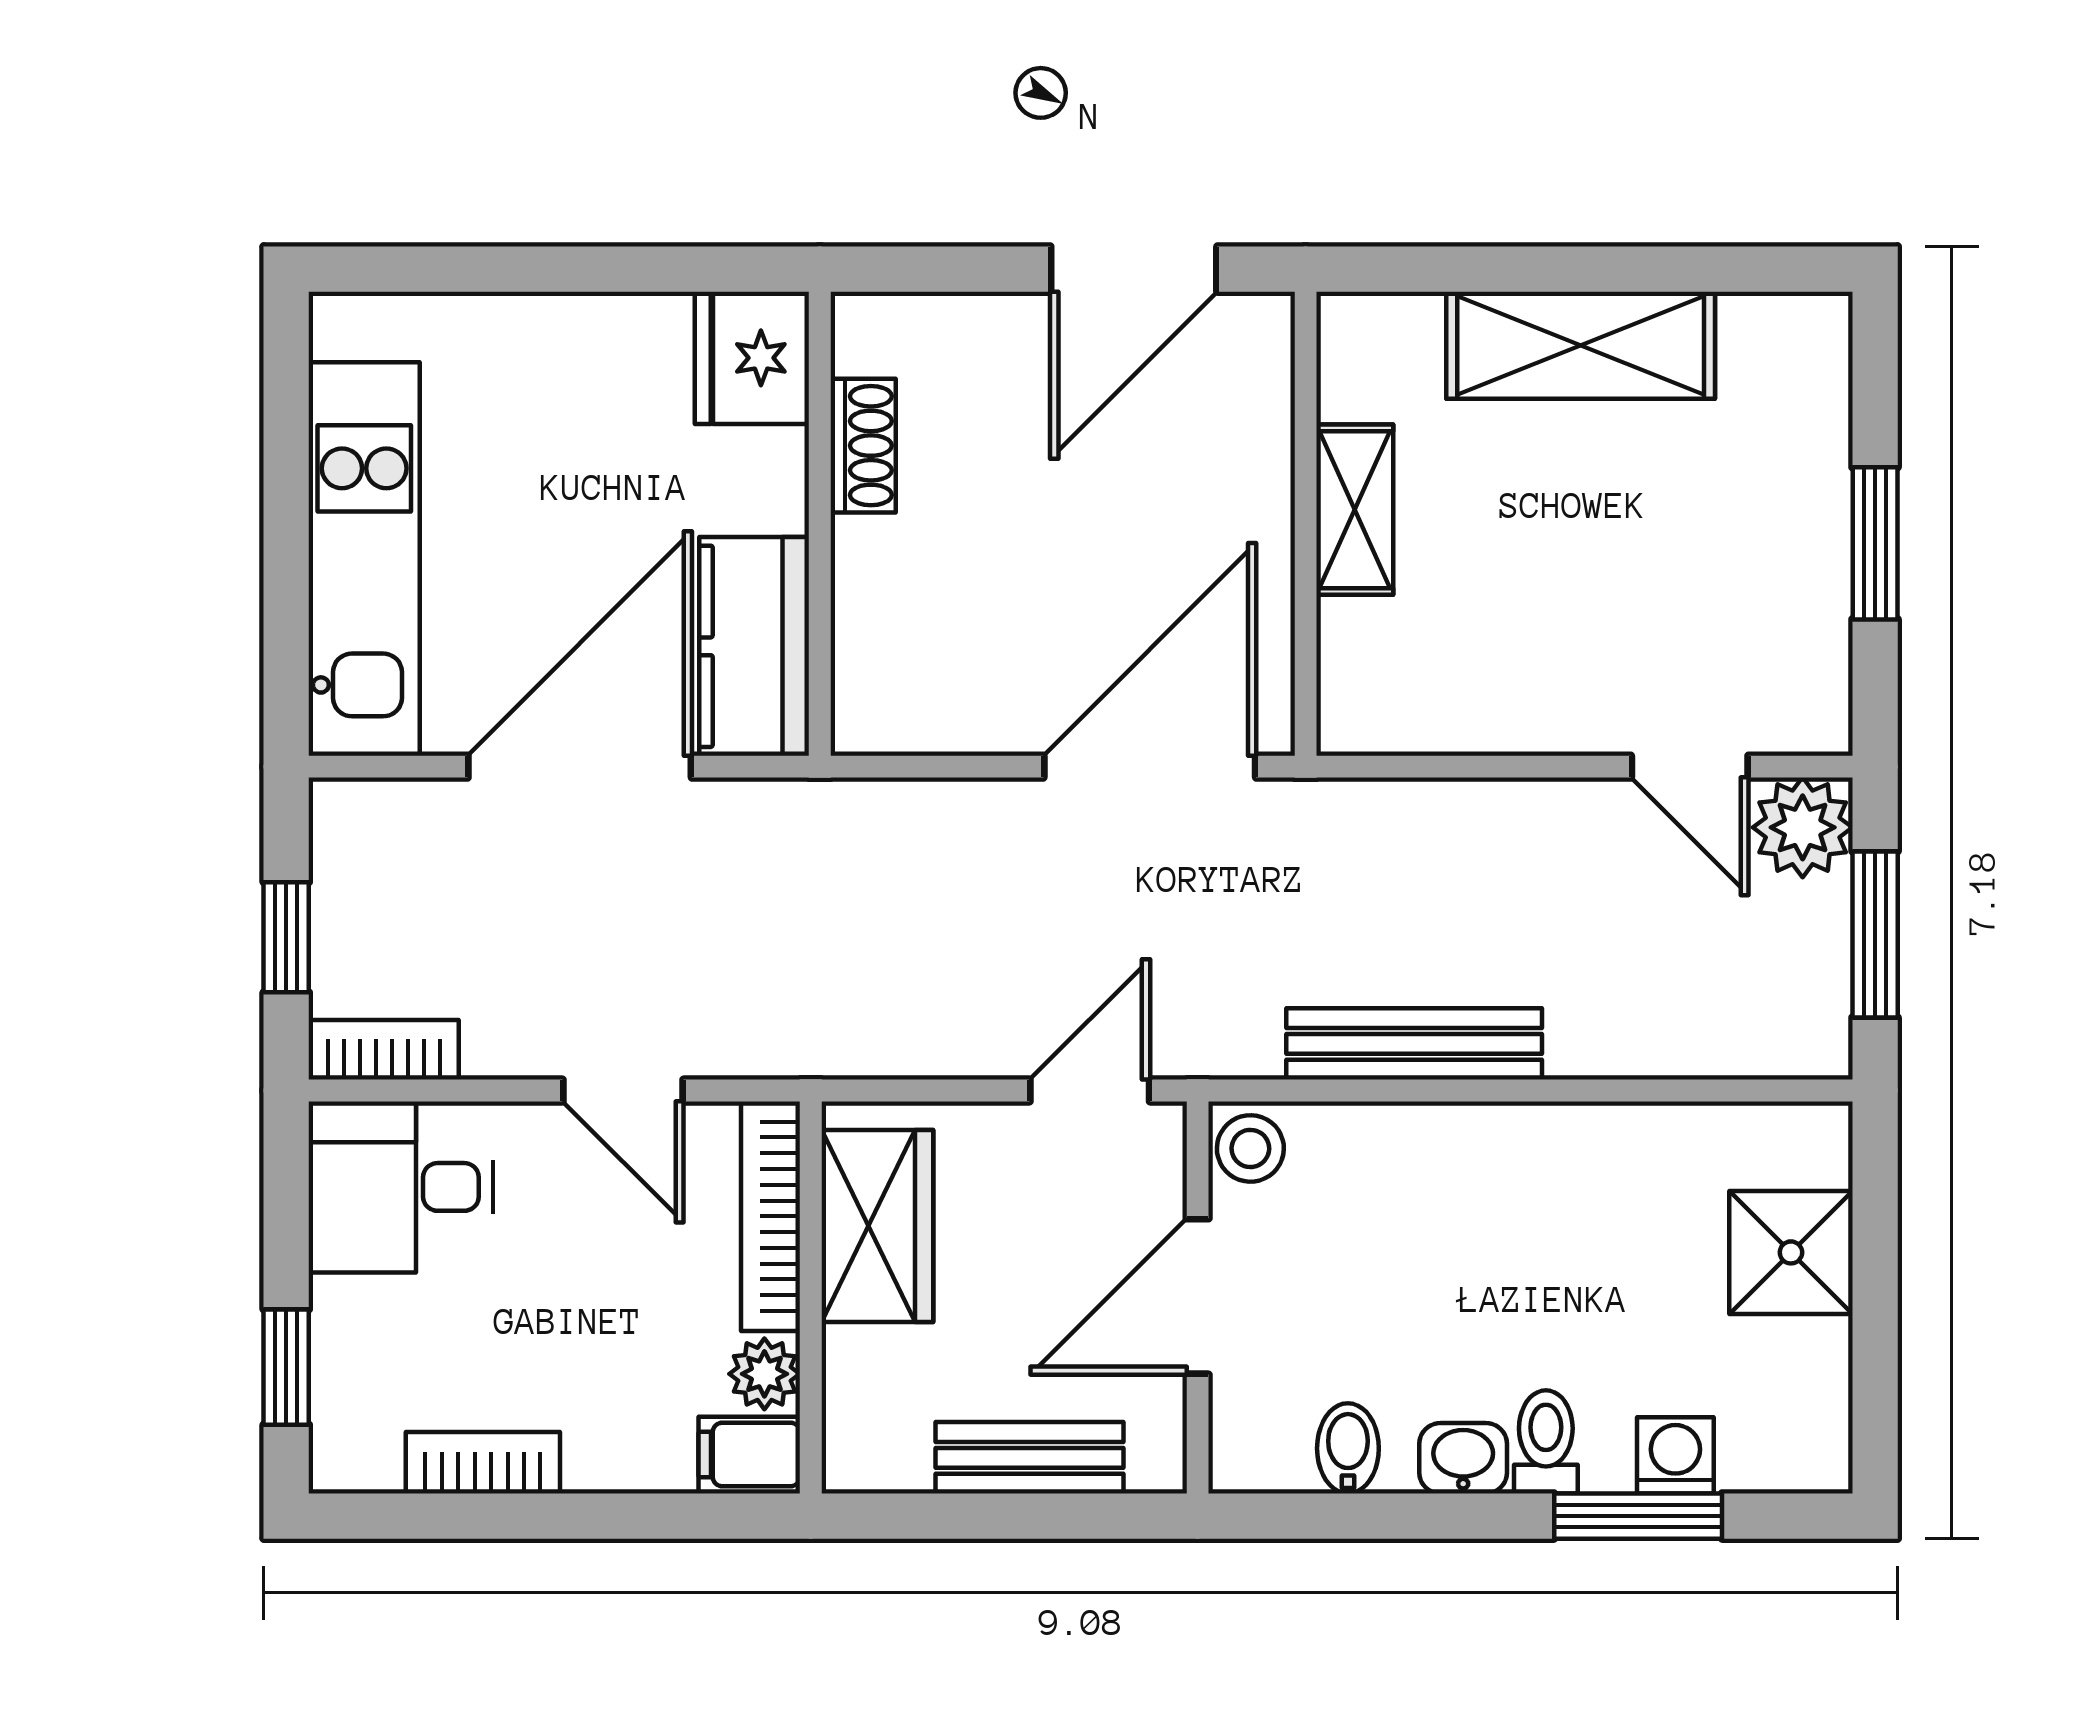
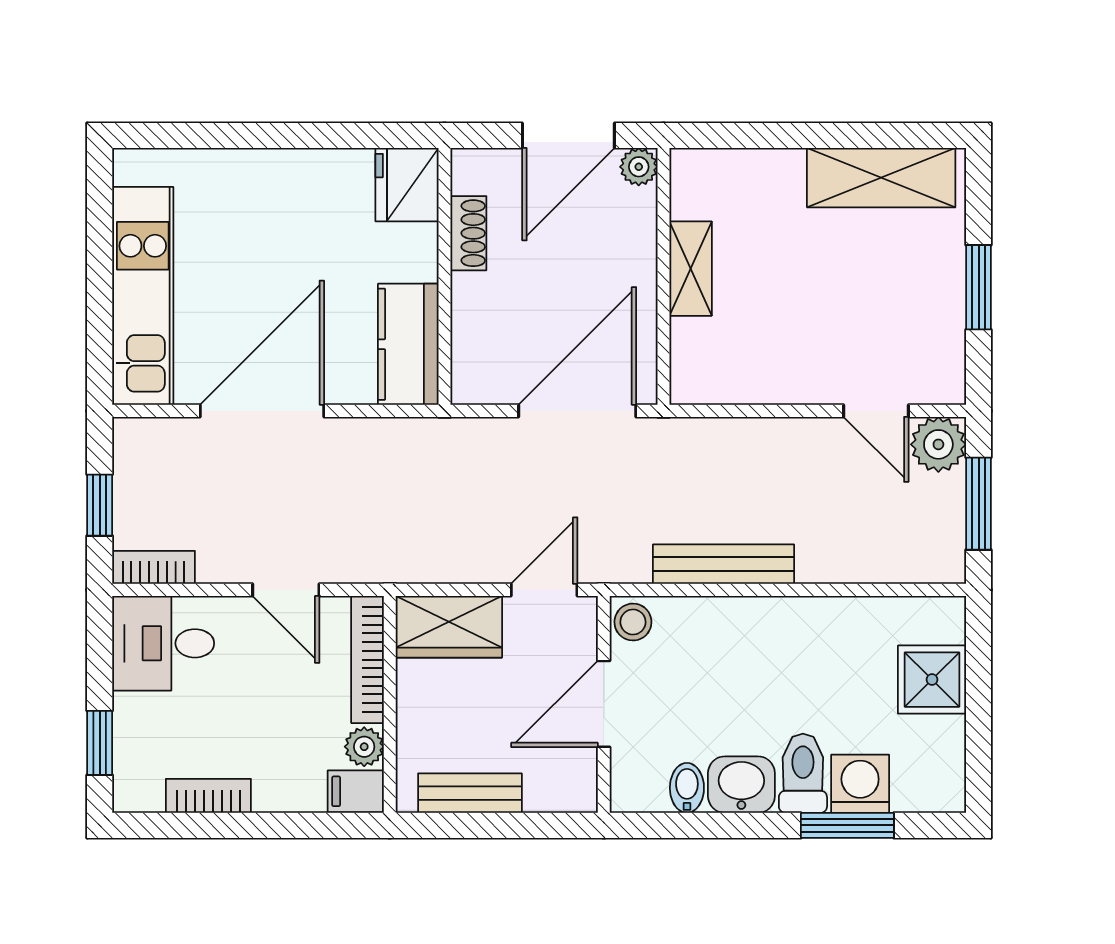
plant: (1261, 326) -> (639, 167), added
shelving: (1581, 345) -> (881, 178), moved
fridge: (752, 358) -> (407, 185), moved
shoe rack: (863, 446) -> (468, 233), moved
wall: (820, 524) -> (444, 276), moved
kitchen counter: (754, 646) -> (408, 344), moved
wardrobe: (877, 1226) -> (449, 627), moved, turned 90
toilet: (1546, 1442) -> (803, 773), width x1.37, depth x1.39
washing machine: (1675, 1455) -> (860, 784), width x1.38, depth x1.38
bench: (1029, 1458) -> (470, 793), moved
washbasin: (1463, 1458) -> (741, 785), width x1.38, depth x1.45

